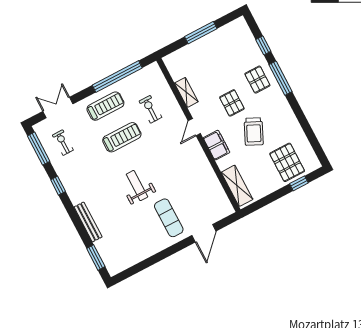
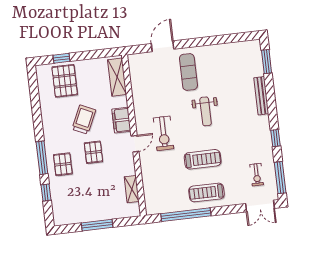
shelving: (186, 92) -> (132, 189), moved
double door: (58, 108) -> (260, 206), moved
exercise bike: (150, 109) -> (163, 133), moved, width x1.38, depth x1.39
treadmill: (122, 137) -> (203, 159), turned 180

